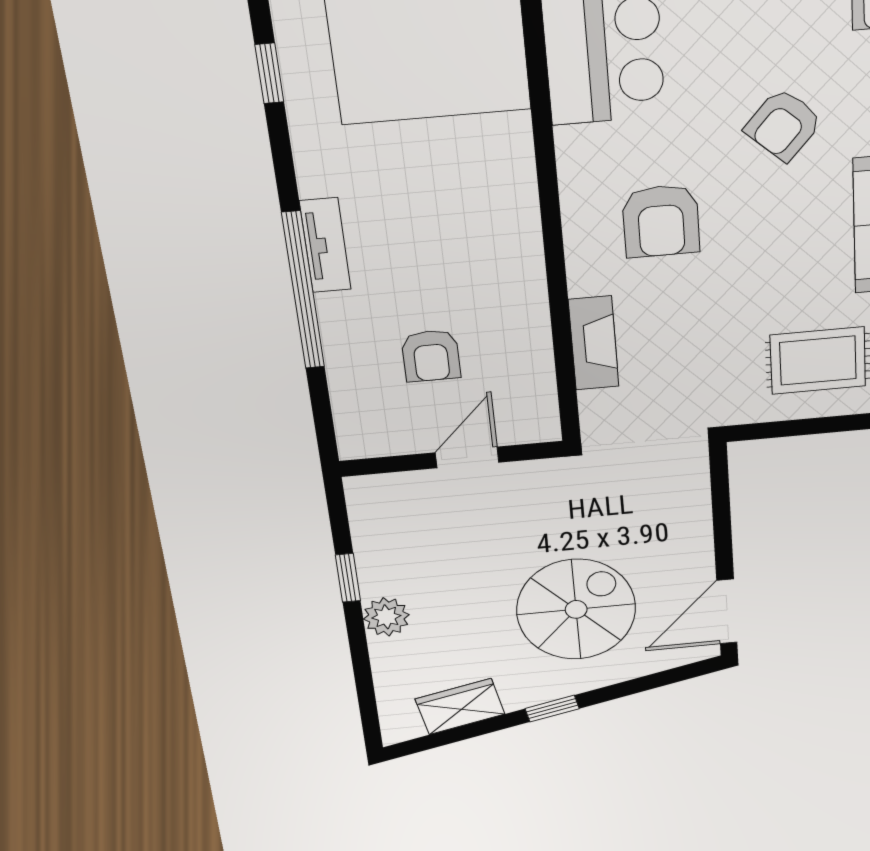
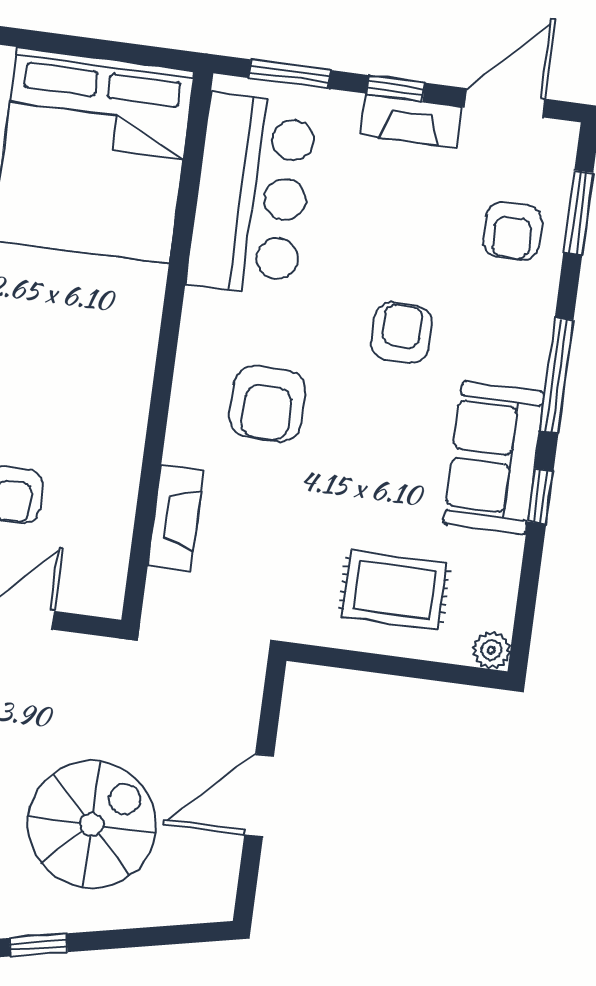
armchair: (783, 125) -> (402, 333), turned 138
door: (727, 612) -> (259, 795), moved

